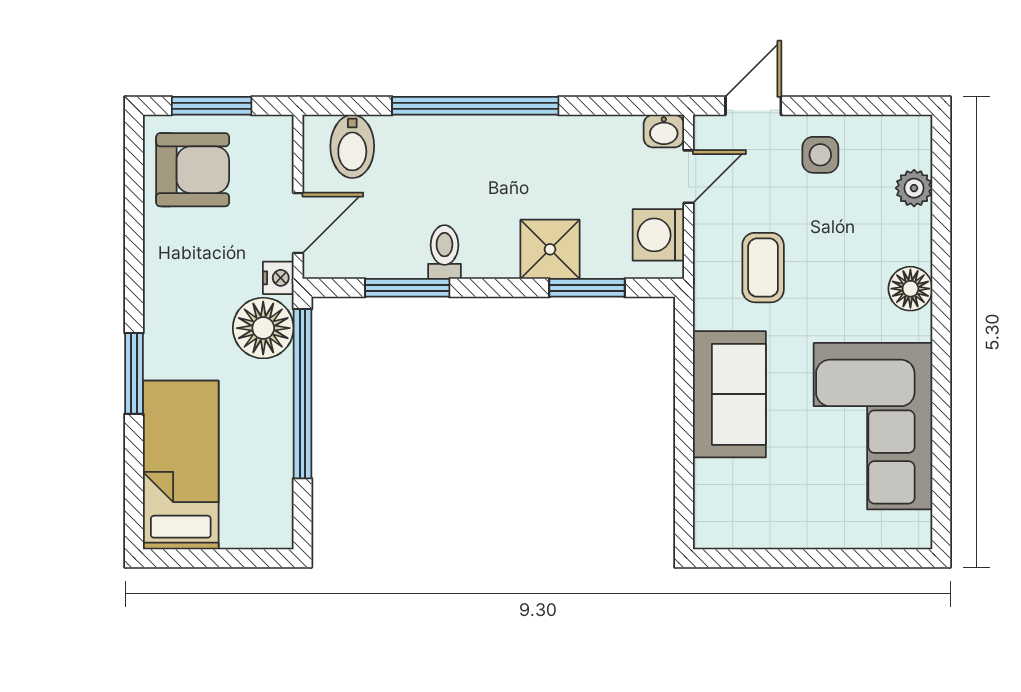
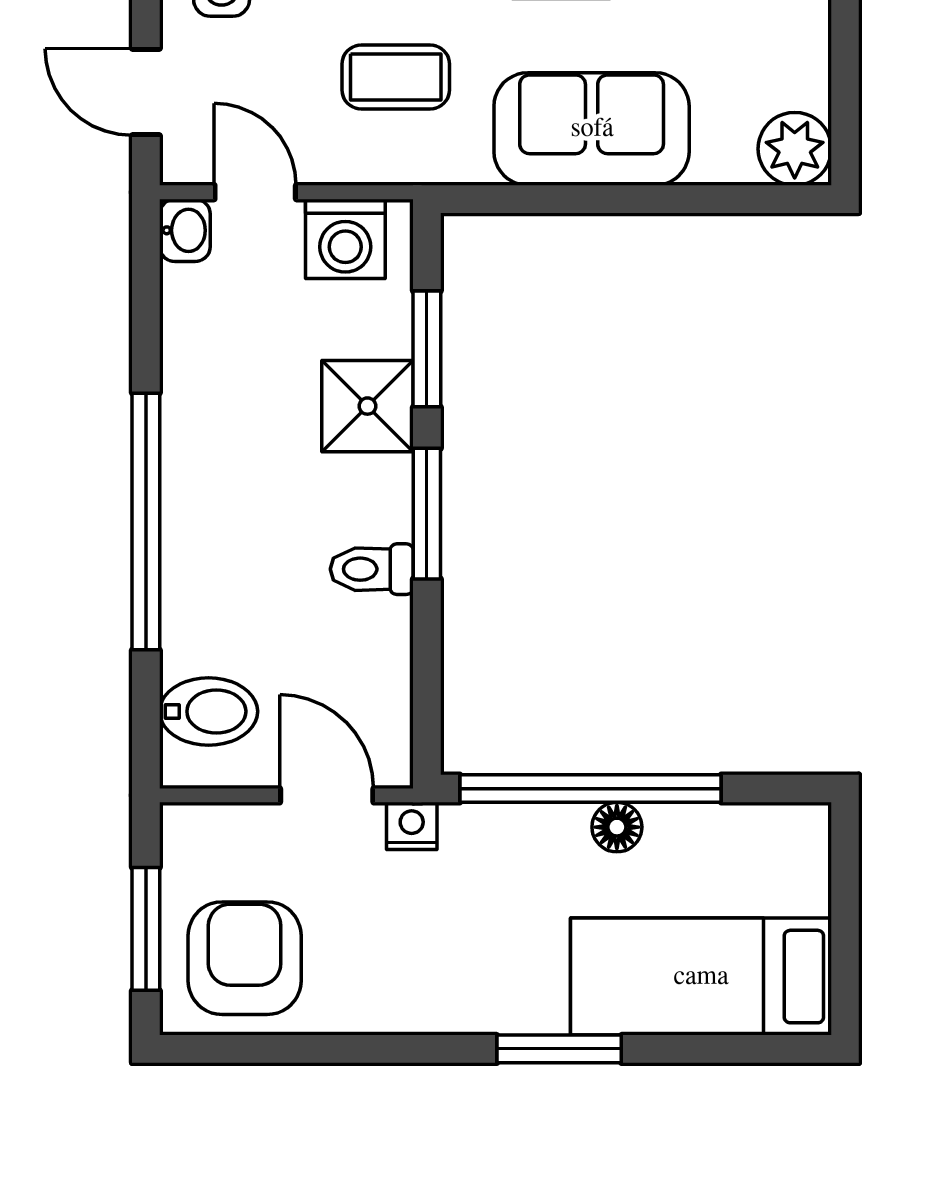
window: (407, 288) -> (427, 514), moved
floor lamp: (263, 328) -> (617, 827), moved, width x0.53, depth x0.53
plant: (717, 526) -> (795, 149), added

